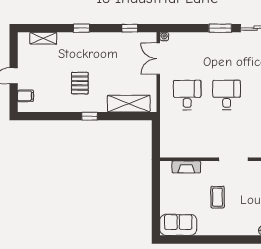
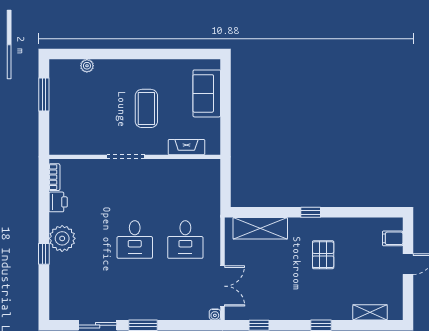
coffee table: (218, 197) -> (146, 108), width x1.36, depth x1.30
sofa: (178, 225) -> (207, 93), moved, turned 90

